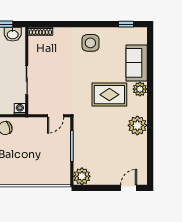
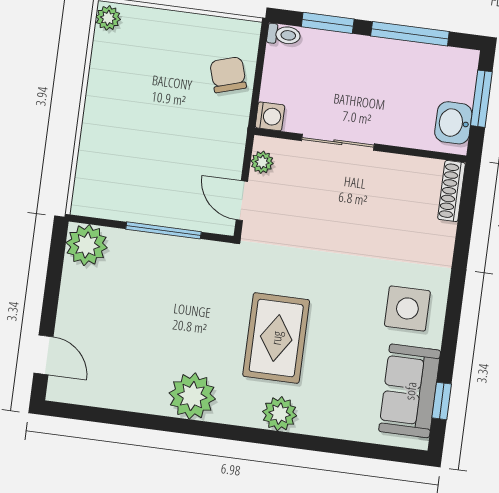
sofa: (137, 63) -> (410, 391), moved, turned -90
plant: (39, 110) -> (262, 162), added

